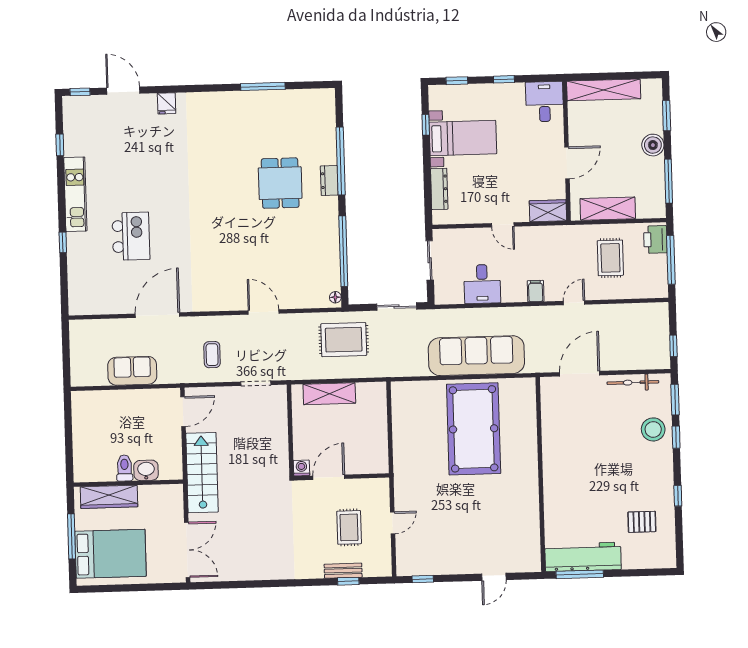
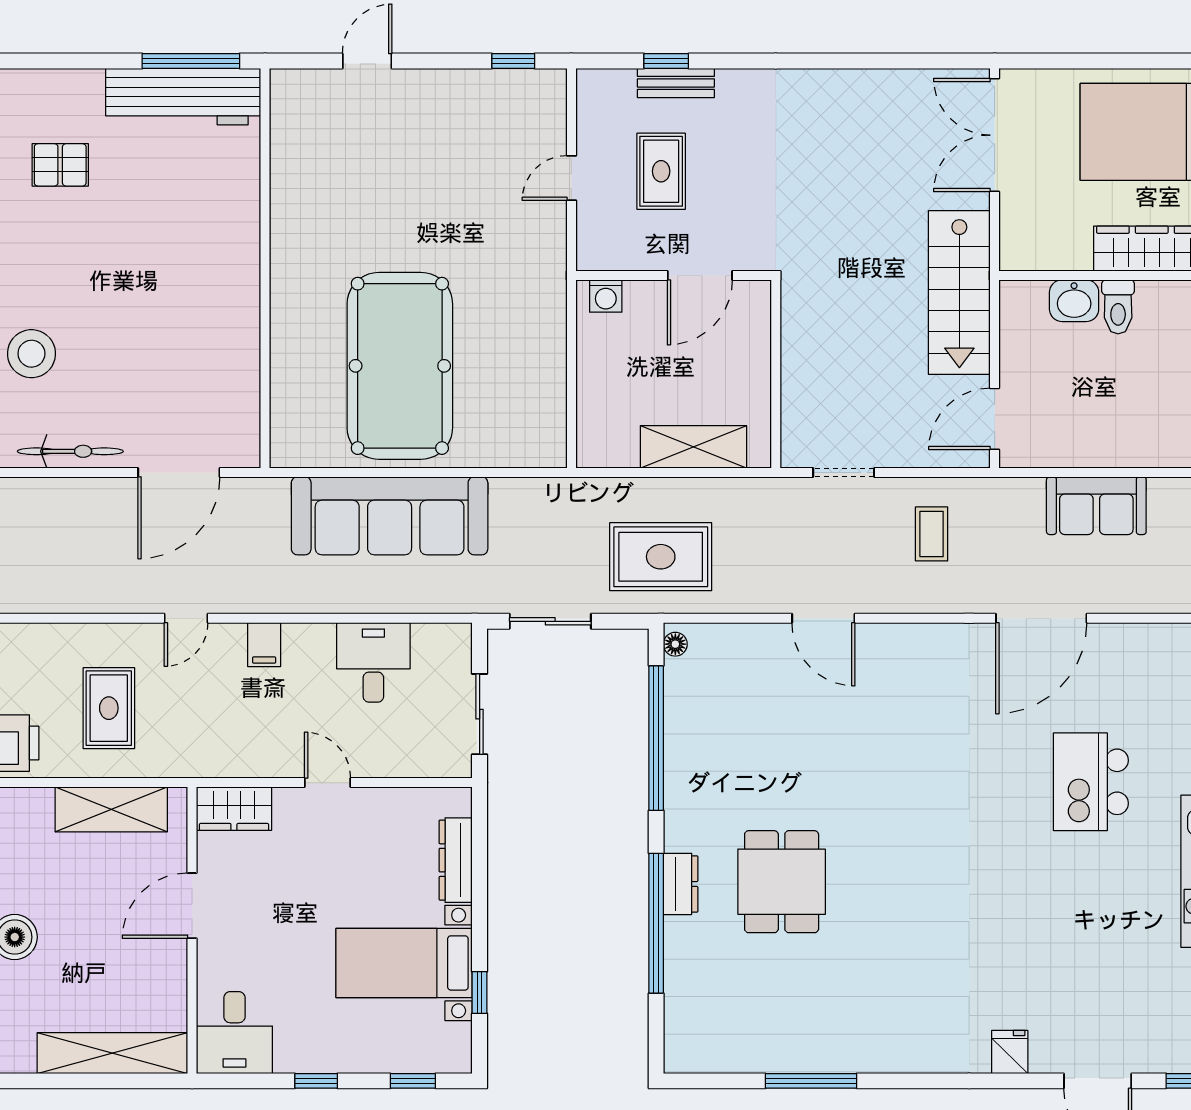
washing machine: (301, 468) -> (606, 296), moved

